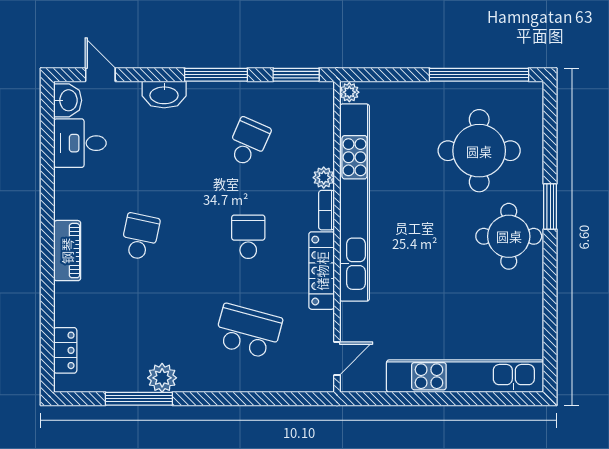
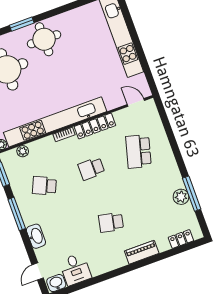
plant: (324, 178) -> (23, 151), moved
piano: (67, 251) -> (142, 252), moved
plant: (162, 378) -> (181, 197), moved

